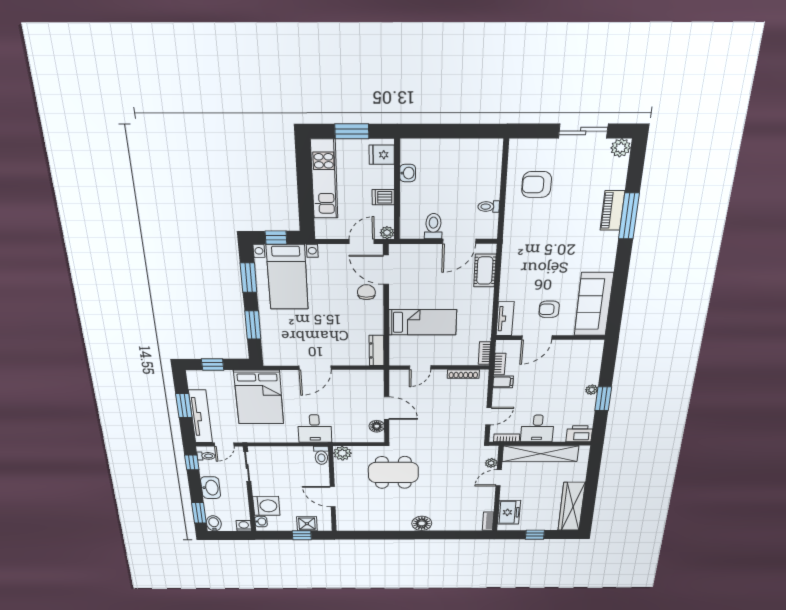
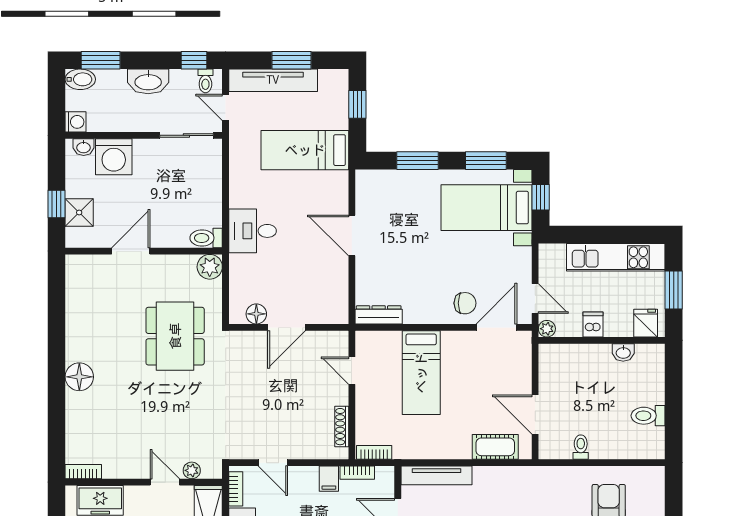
toilet: (433, 226) -> (648, 416), moved, turned 180
tv unit: (505, 319) -> (436, 475), width x1.41
bed: (259, 397) -> (305, 150), width x0.67

